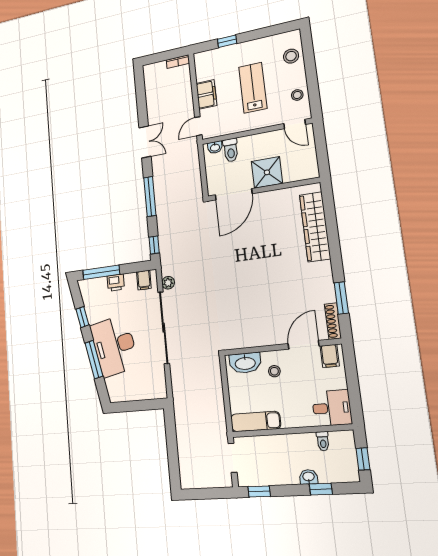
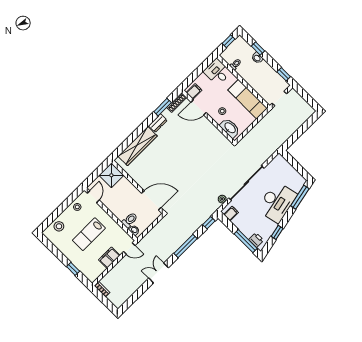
shower: (267, 172) -> (111, 175), moved
dresser: (325, 275) -> (158, 123), added
printer: (116, 283) -> (256, 240), moved
window: (94, 359) -> (300, 197), moved
exam couch: (256, 421) -> (248, 99), width x1.36, depth x1.45

